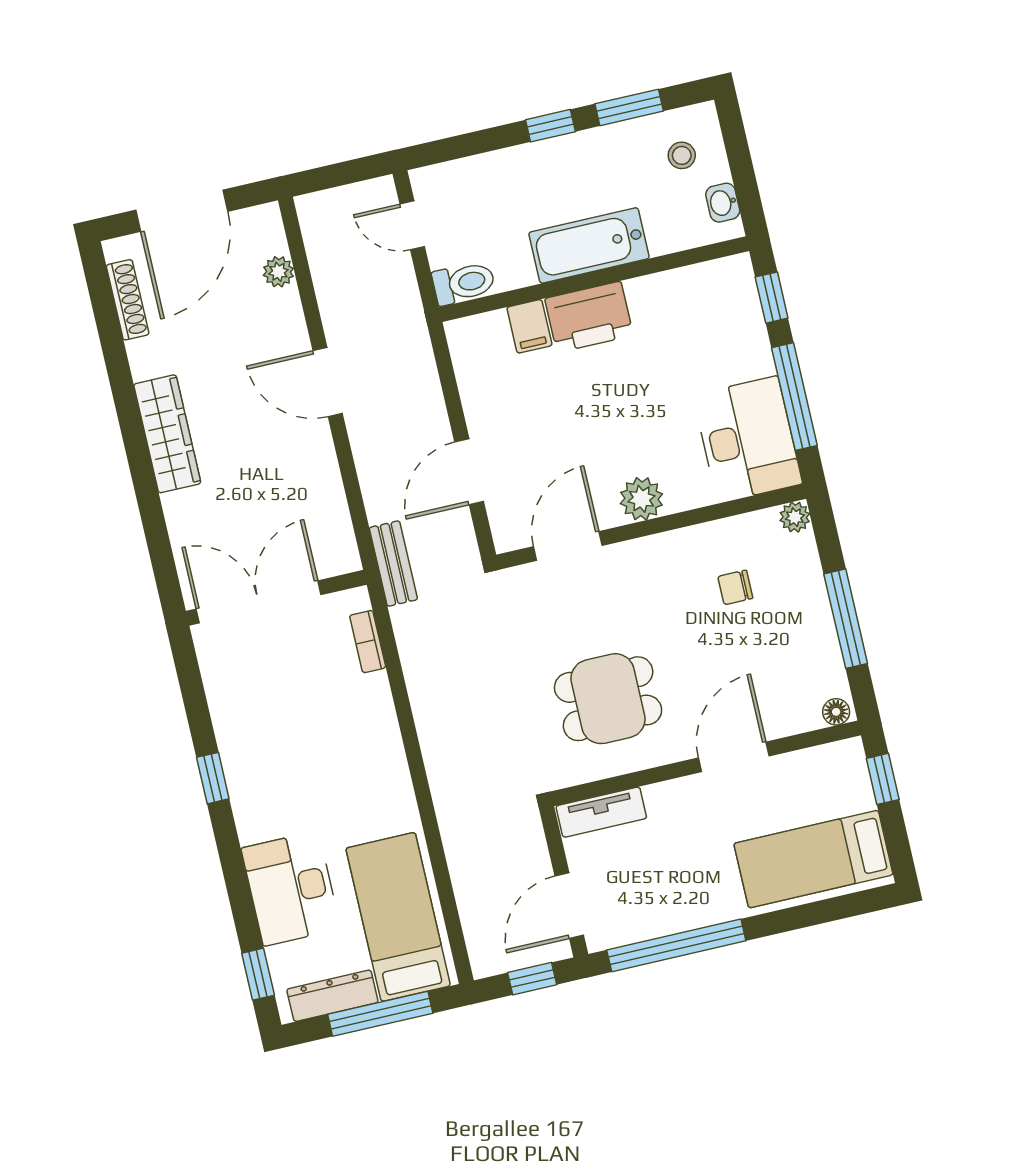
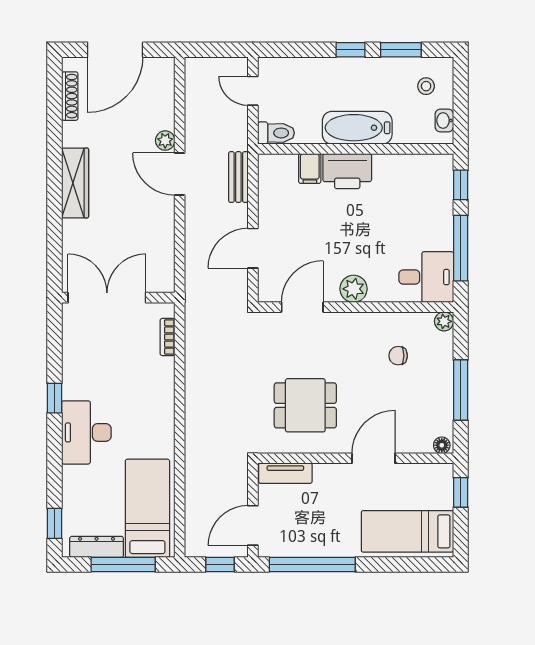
plant: (278, 272) -> (165, 141), moved
desk: (748, 439) -> (426, 277), width x0.73
bench: (393, 564) -> (238, 177), moved
desk: (291, 888) -> (86, 432), moved

